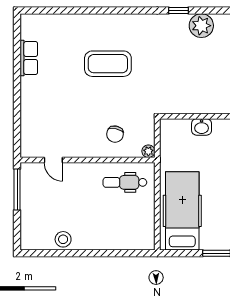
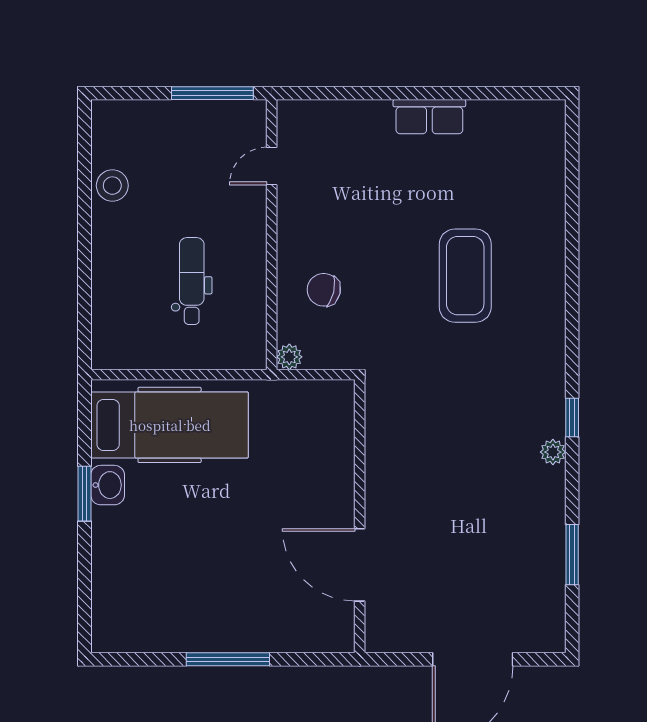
plant: (201, 26) -> (553, 452), width x0.53, depth x0.53
row of seats: (29, 58) -> (429, 117), moved
washbasin: (202, 127) -> (108, 485), moved, turned 180
dental chair: (125, 182) -> (192, 281), moved

